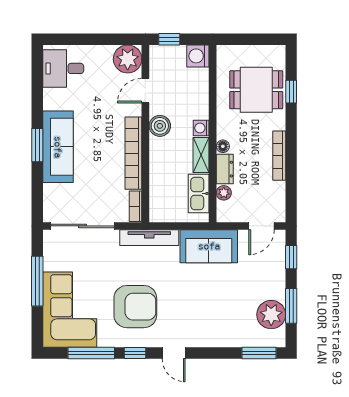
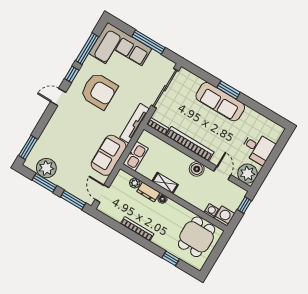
desk: (63, 68) -> (258, 148), moved, turned 90
dining table: (256, 90) -> (197, 237), moved
washing machine: (201, 128) -> (211, 211), moved
kitchen sink: (199, 193) -> (136, 156), moved, turned 90
window: (291, 257) -> (73, 200), width x1.50
armchair: (135, 307) -> (99, 91), turned -90

